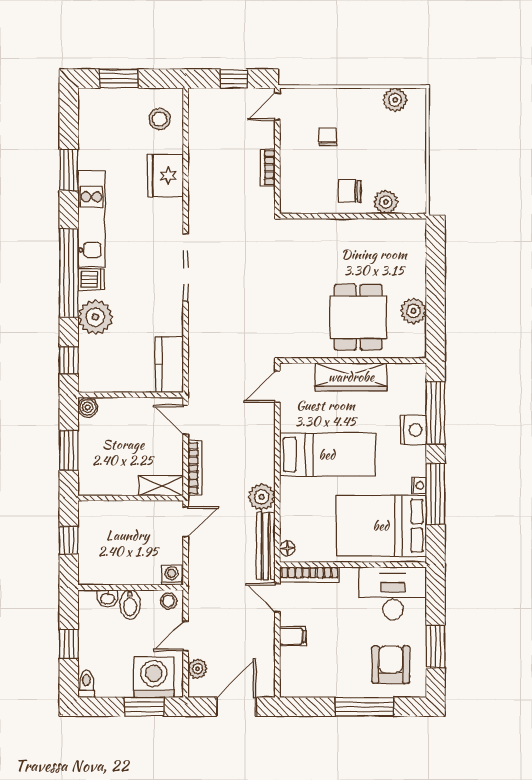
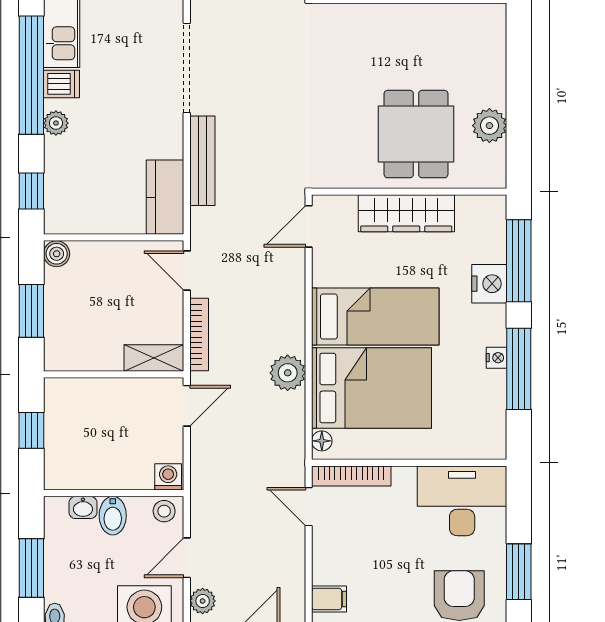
plant: (95, 317) -> (56, 123), width x0.53, depth x0.53
bed: (381, 526) -> (371, 388), moved, turned 180
bench: (266, 546) -> (202, 161), moved
filing cabinet: (293, 636) -> (329, 599), moved
window: (69, 644) -> (31, 568), width x1.50

